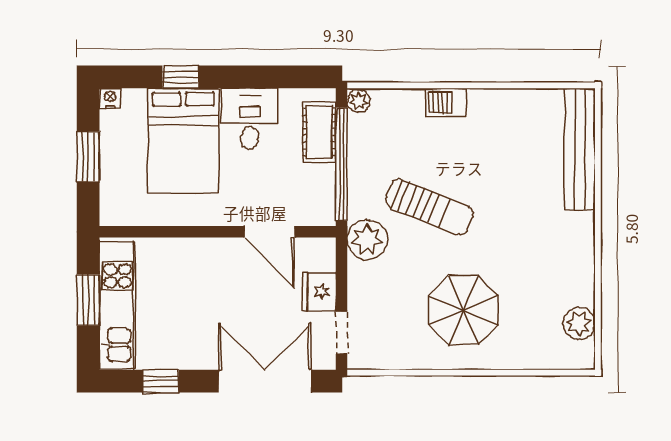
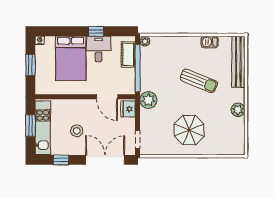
window: (181, 77) -> (96, 31), moved
barbecue: (446, 102) -> (210, 42), moved
sun lounger: (429, 207) -> (199, 81), moved
fridge: (319, 292) -> (128, 109), moved
stool: (198, 312) -> (77, 131), added
plant: (579, 324) -> (238, 110), moved

